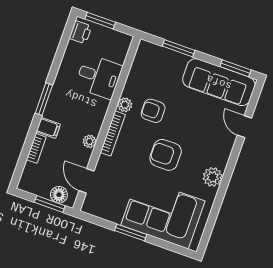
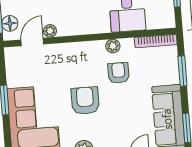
bookcase: (113, 133) -> (156, 41), moved
plant: (90, 141) -> (50, 31), moved

